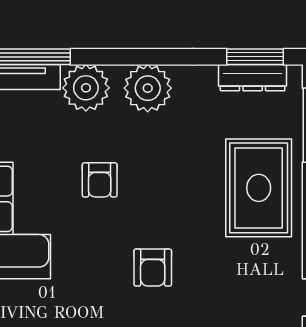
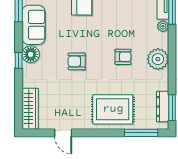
plant: (86, 88) -> (163, 26), width x0.53, depth x0.53
armchair: (100, 180) -> (123, 57), moved, turned 180

